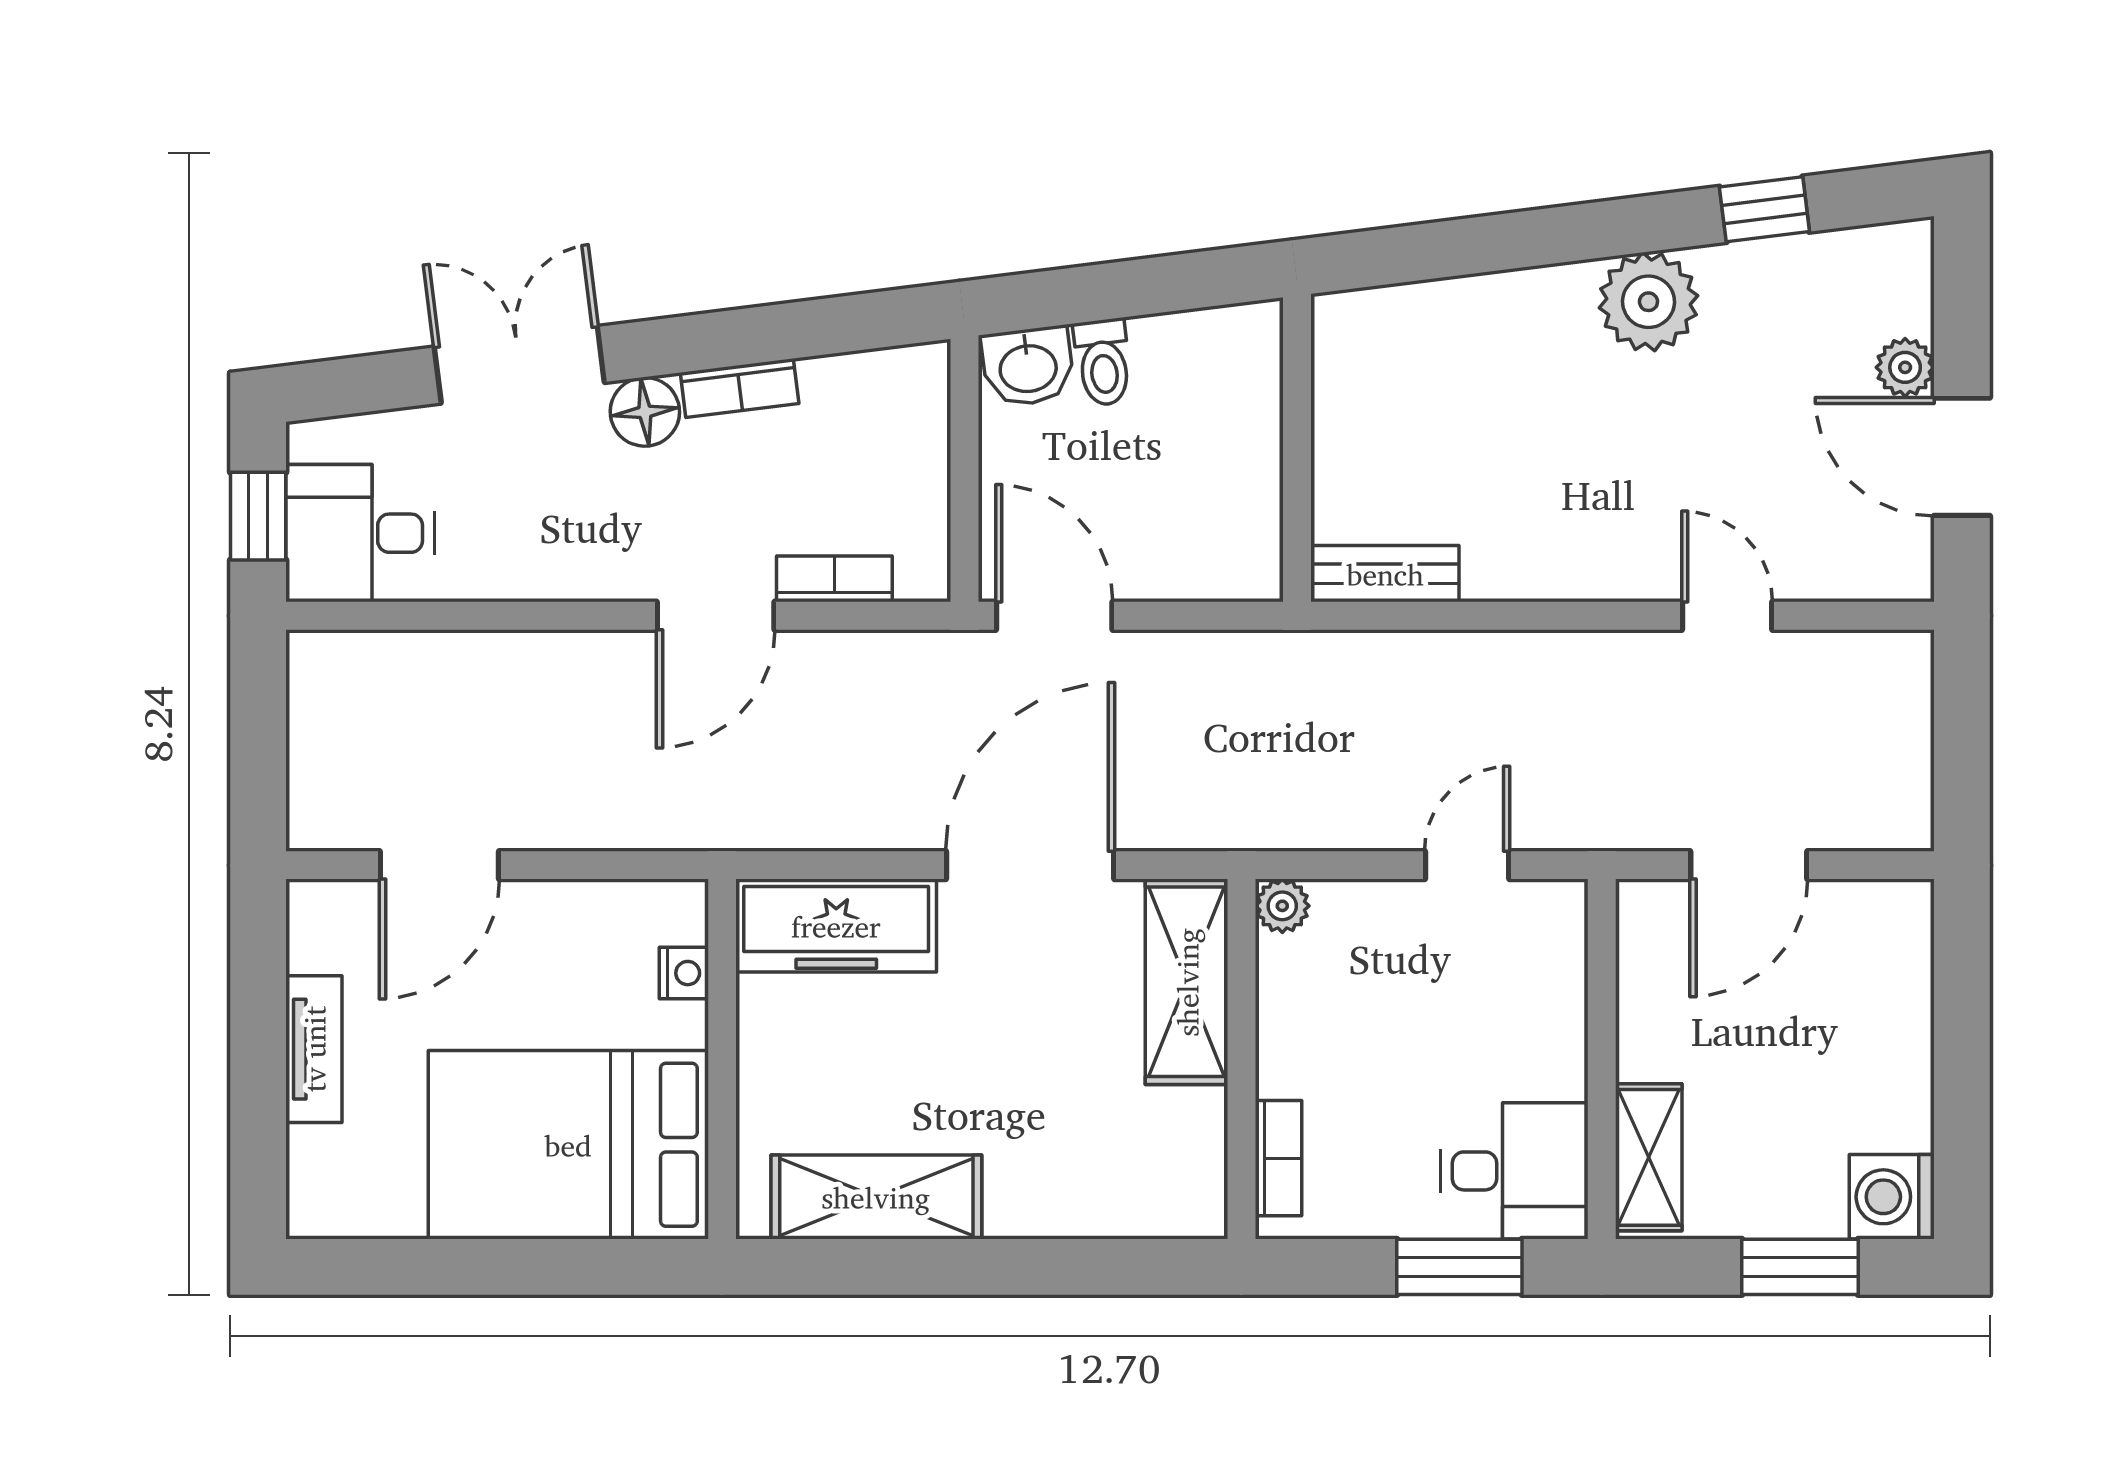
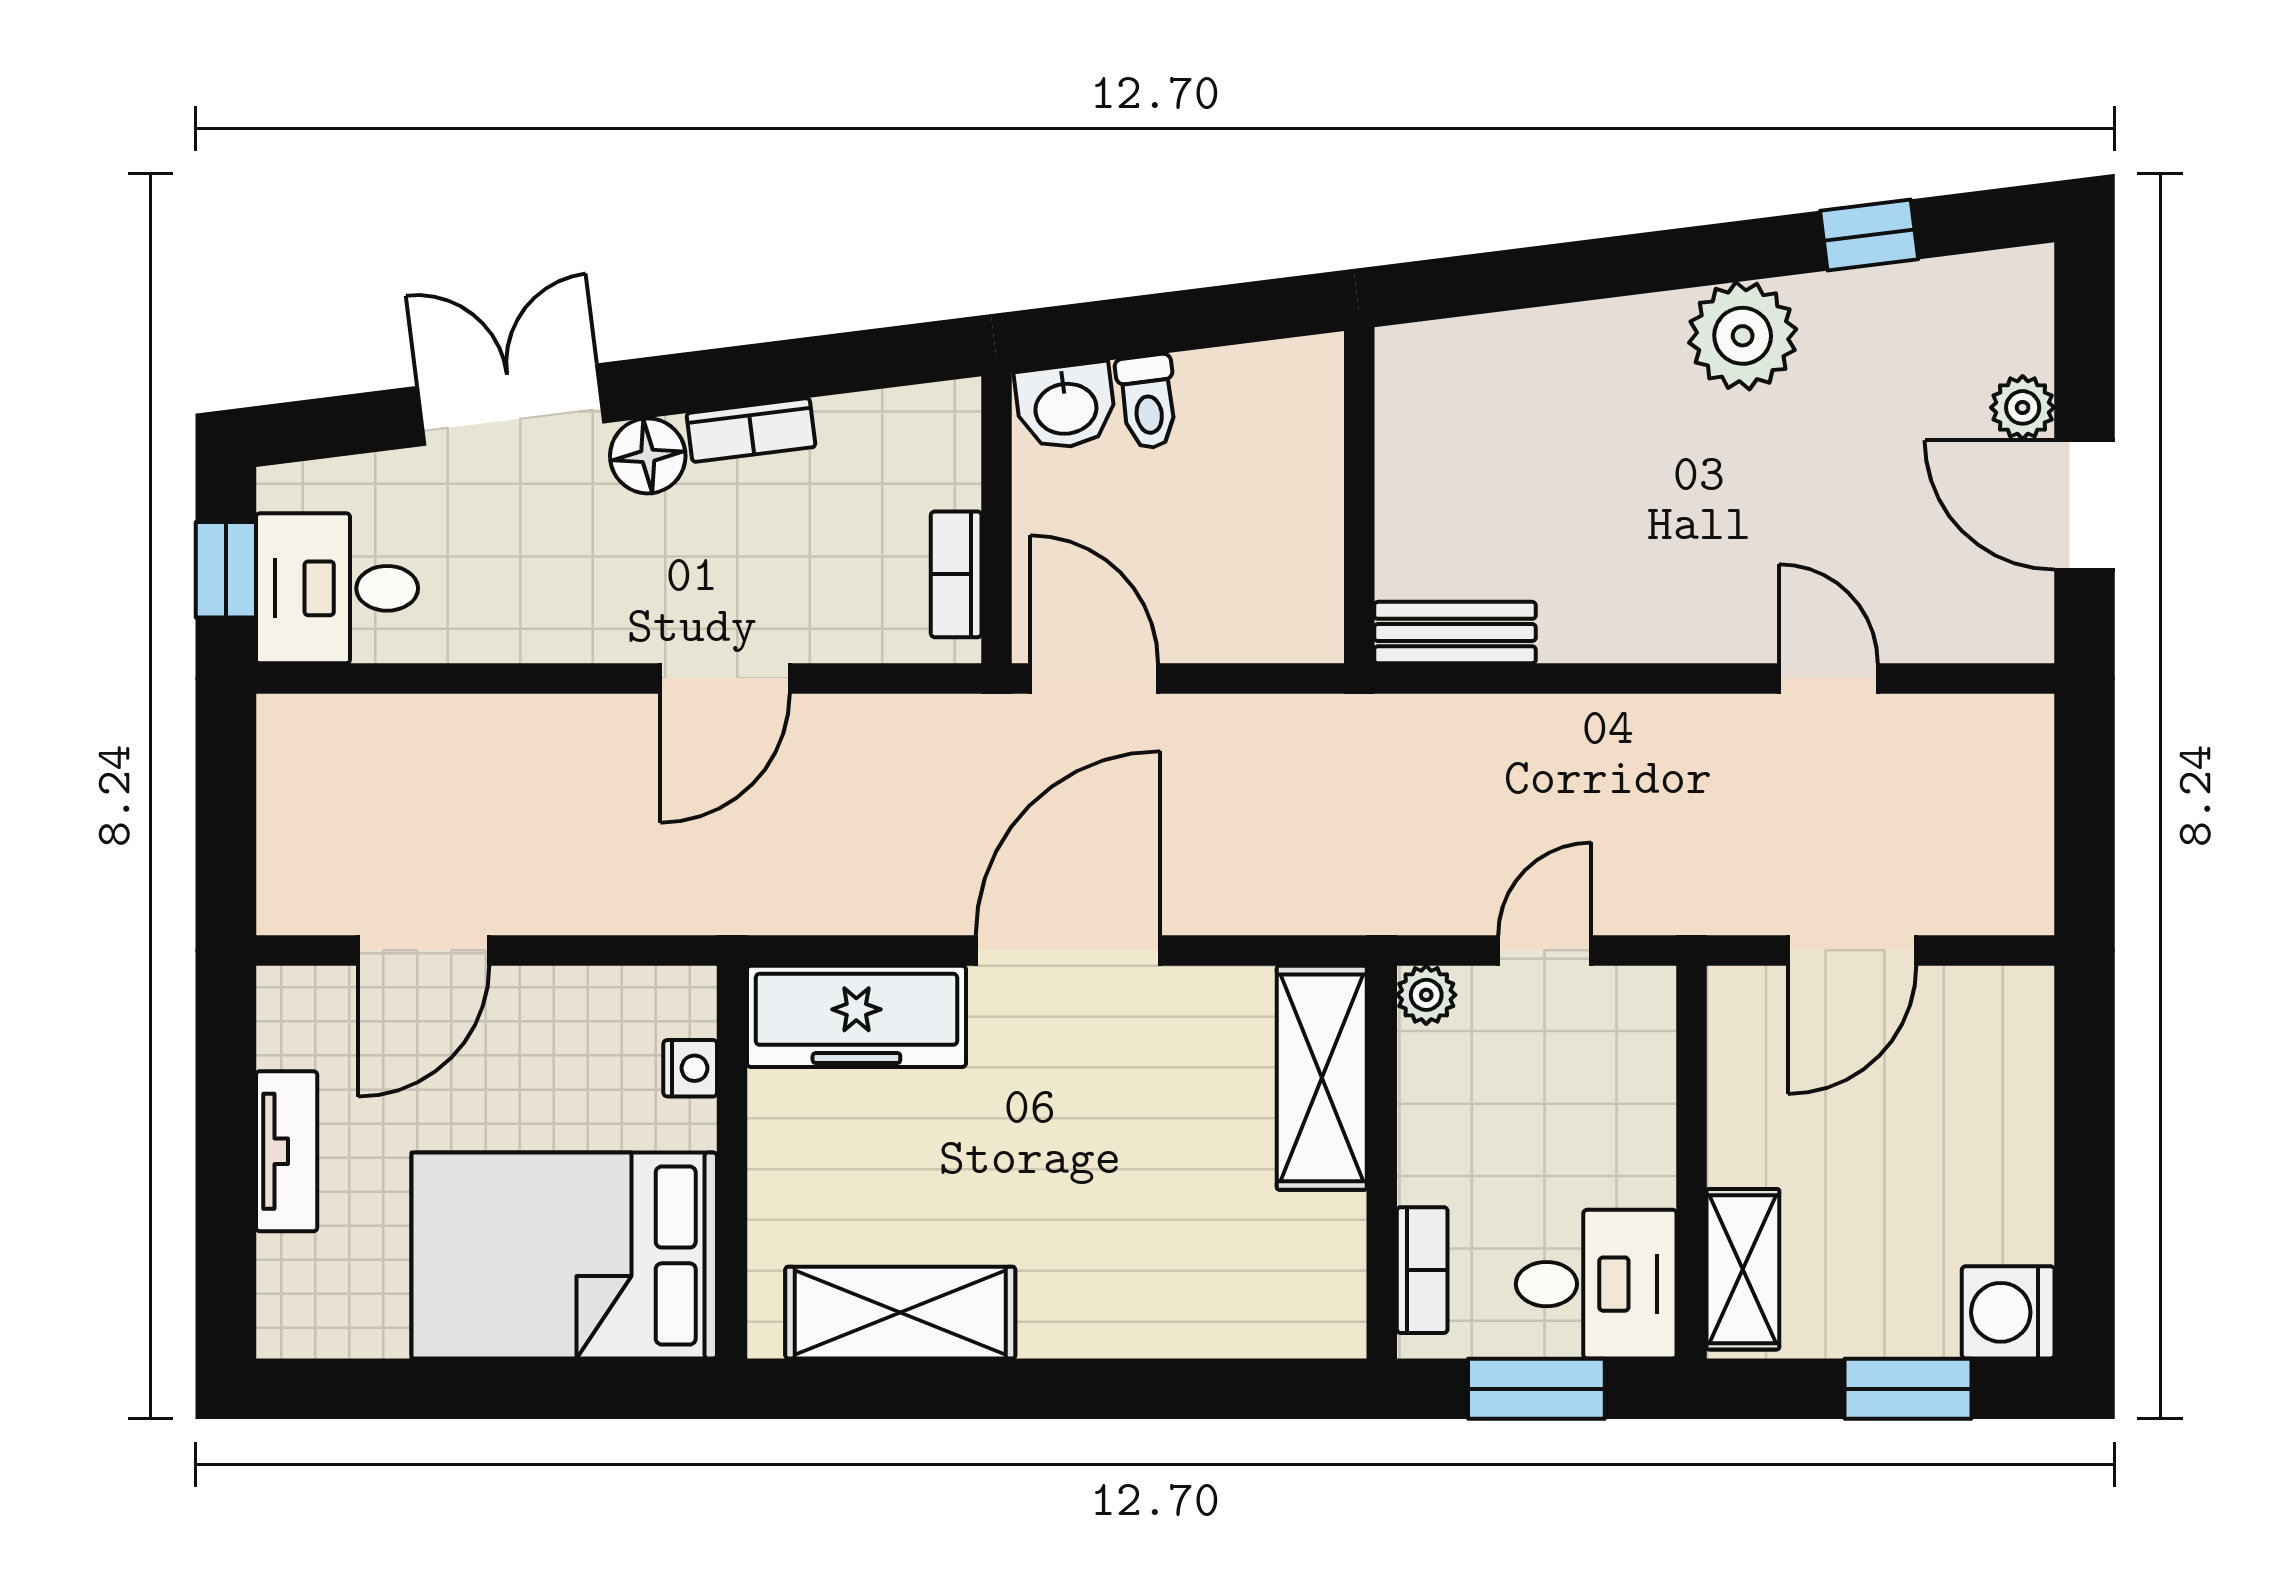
bookcase: (834, 579) -> (956, 574), moved, turned -90
plant: (1282, 906) -> (1426, 995), moved
shelving: (1187, 982) -> (1322, 1078), moved
wall: (1242, 1059) -> (1382, 1162), moved
bookcase: (1279, 1158) -> (1422, 1270), moved

